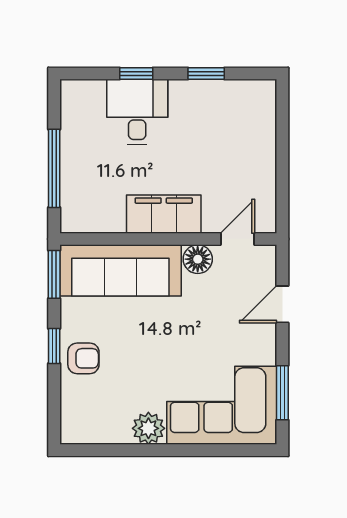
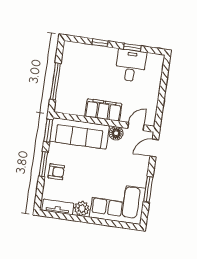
desk: (137, 112) -> (131, 65), moved
door: (282, 304) -> (154, 148), moved
window: (54, 346) -> (43, 164), width x1.50
window: (282, 393) -> (148, 189), moved
tv unit: (97, 432) -> (58, 207), added

